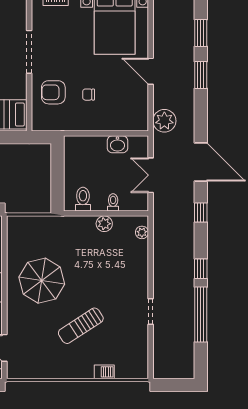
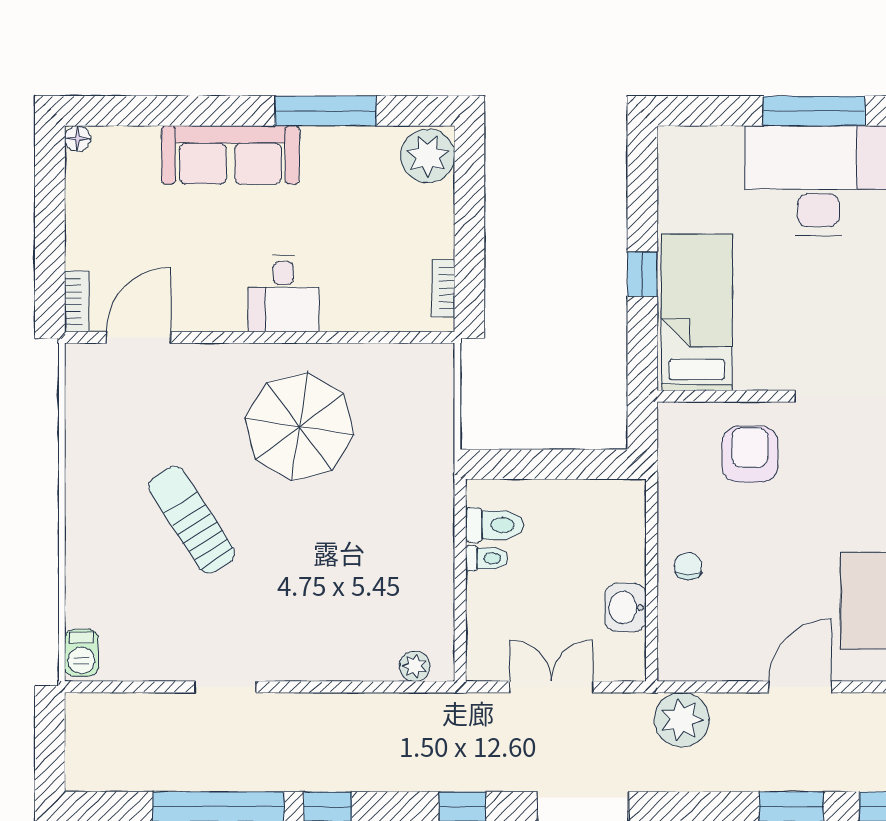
chair: (89, 95) -> (688, 566), moved
toilet: (113, 202) -> (487, 558), moved
plant: (104, 224) -> (436, 576), removed
barbecue: (104, 372) -> (81, 653), moved

